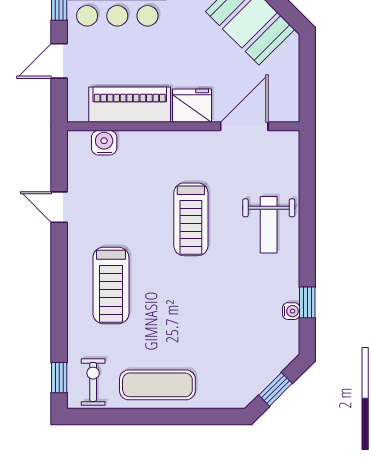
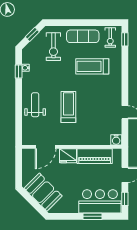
water cooler: (104, 143) -> (116, 140), moved
treadmill: (111, 285) -> (92, 66), moved, turned -90
exercise bike: (226, 361) -> (53, 47), added

